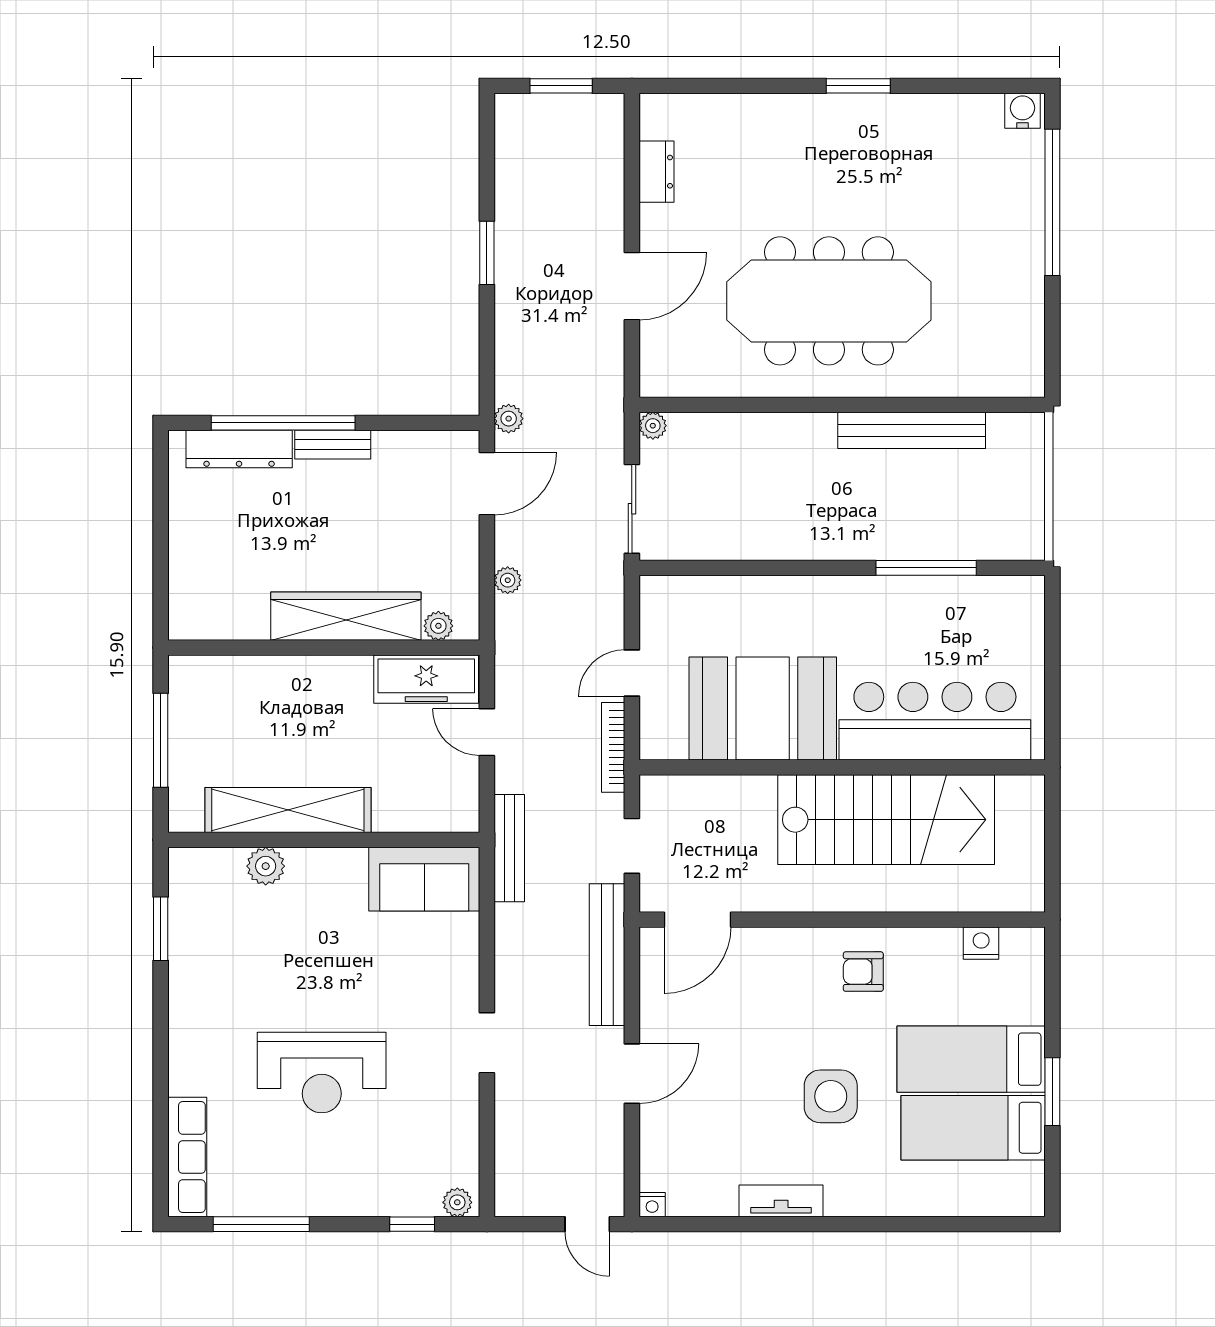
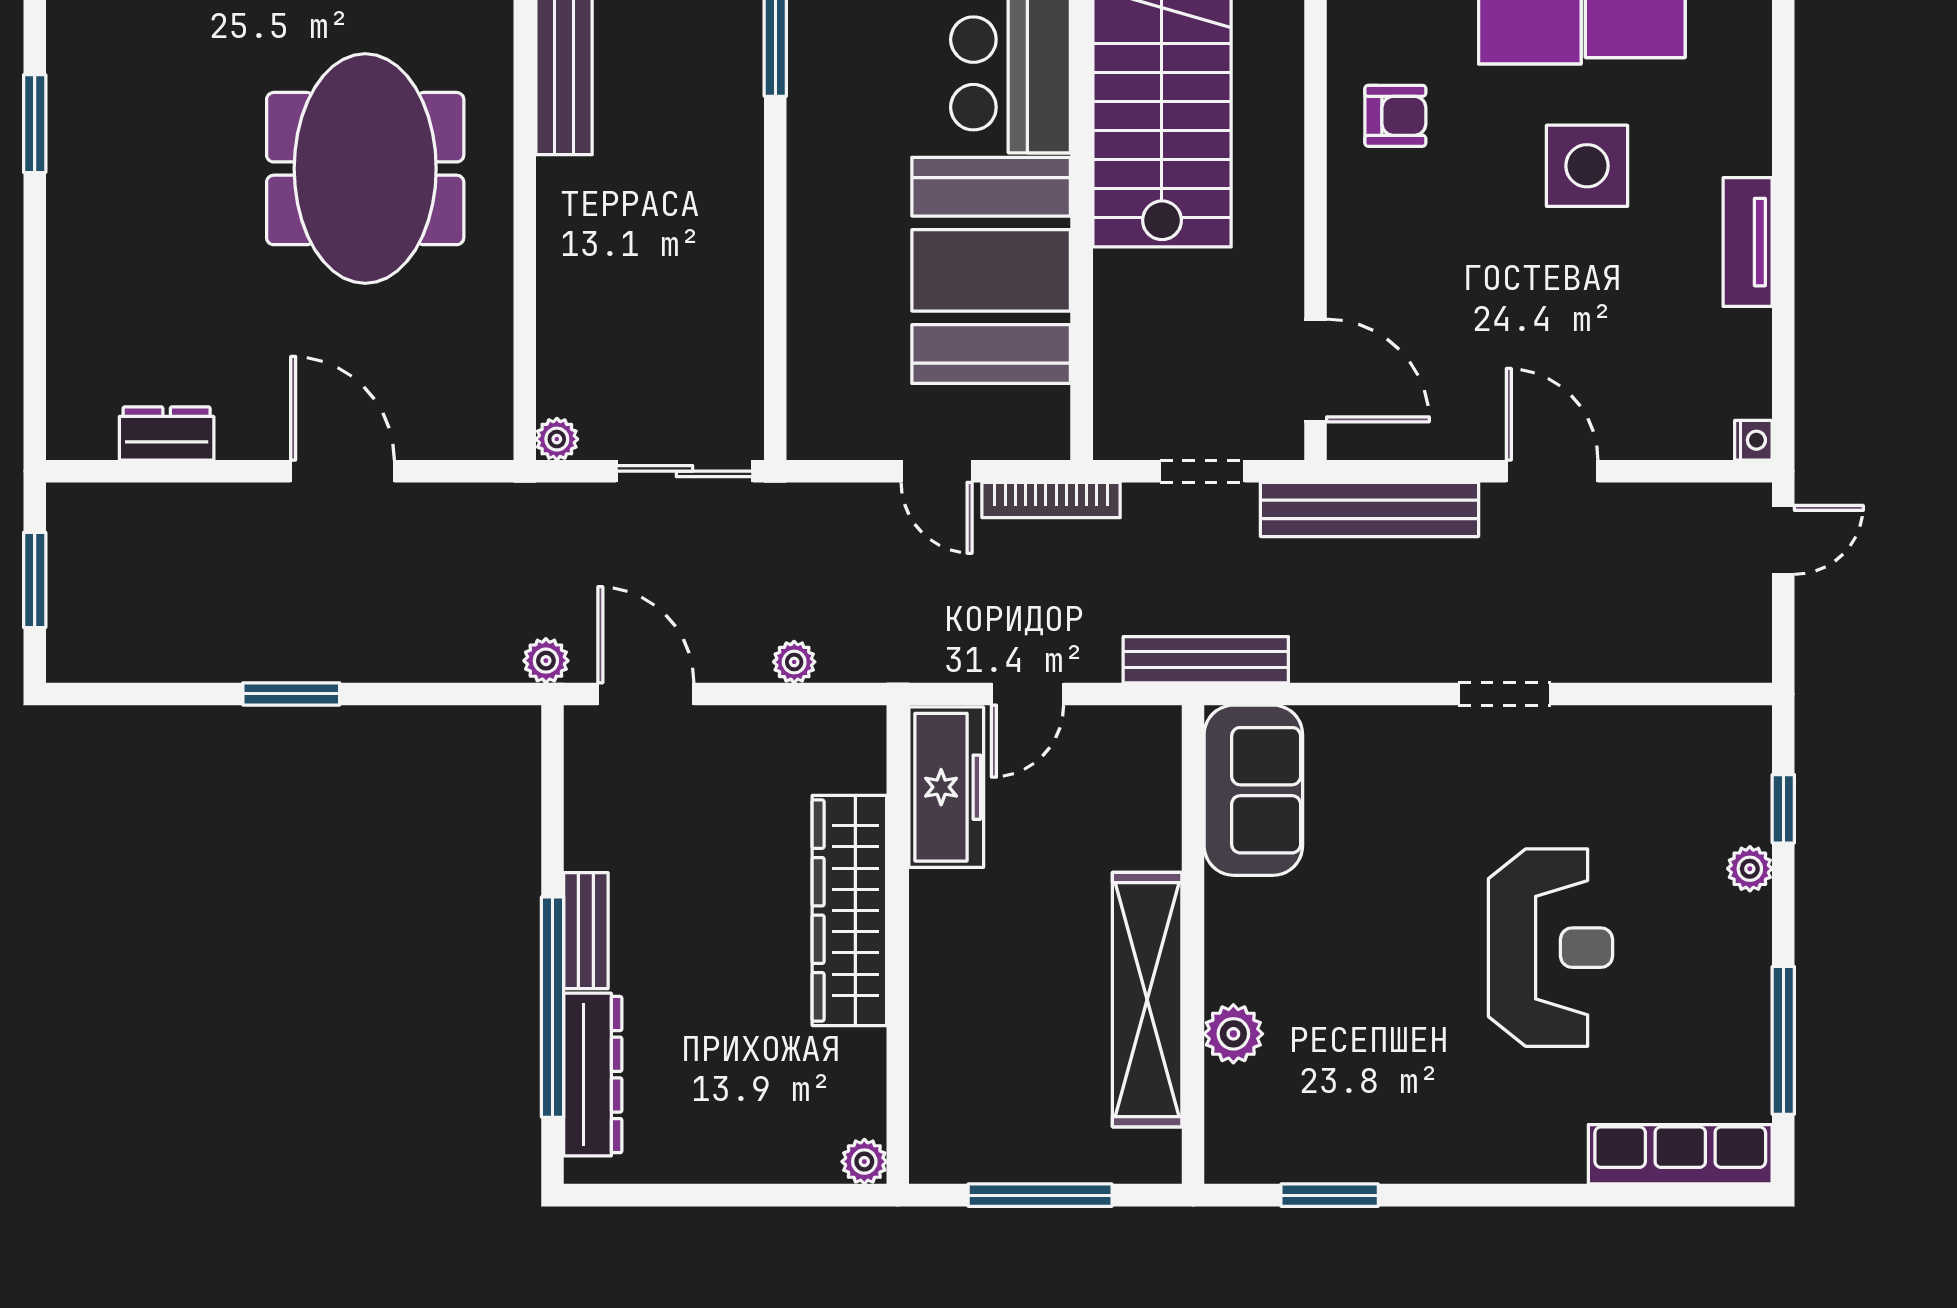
meeting table: (829, 301) -> (365, 169), width x0.73
plant: (438, 626) -> (864, 1162), moved
armchair: (863, 972) -> (1395, 116), turned -90
plant: (457, 1202) -> (1750, 869), moved

